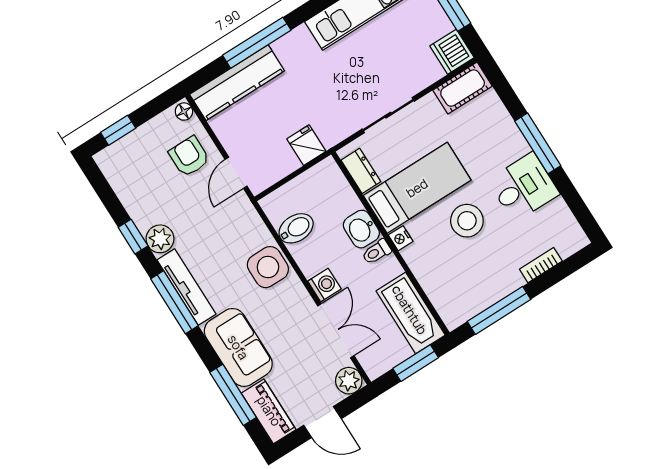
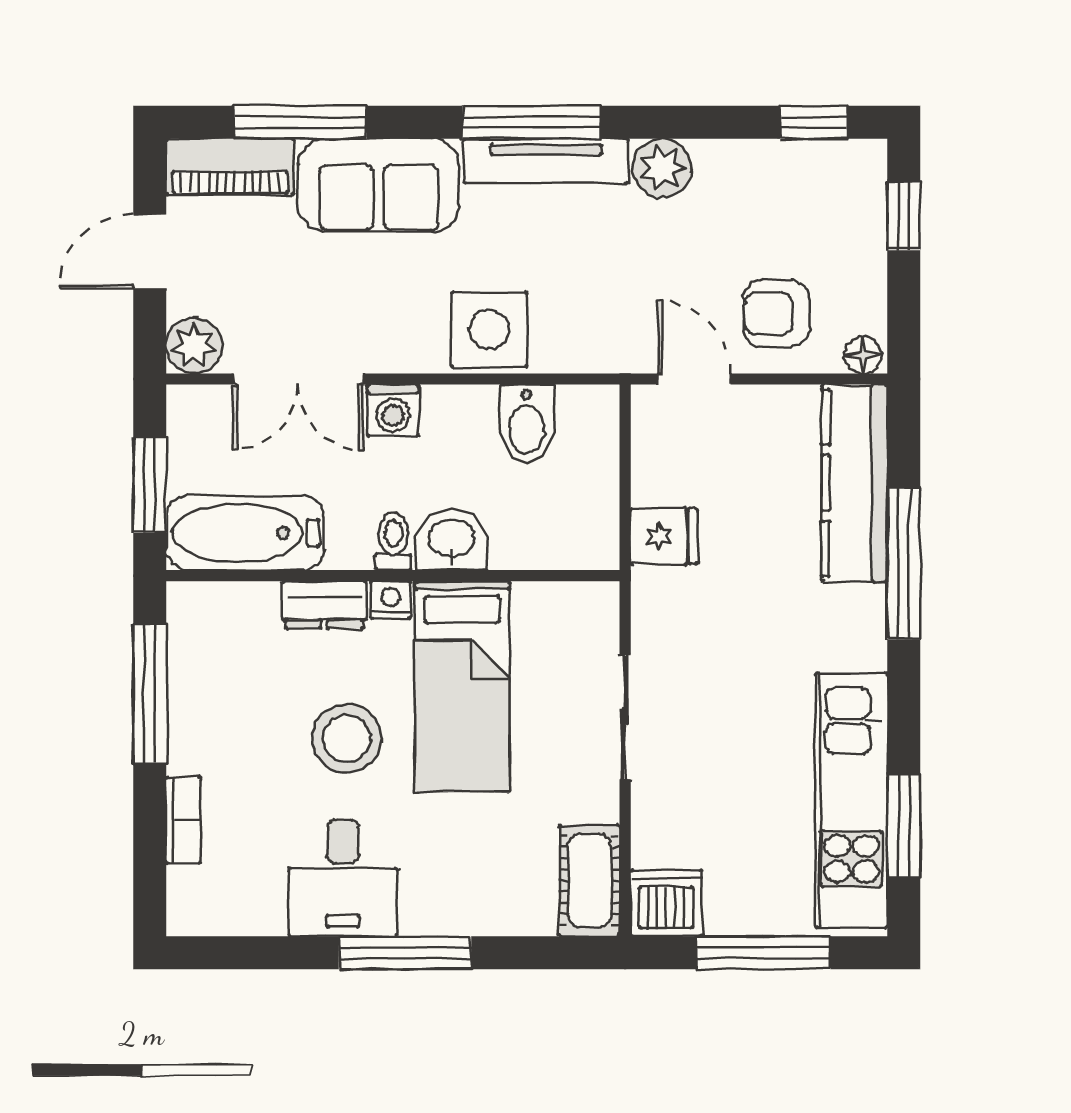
armchair: (189, 156) -> (777, 314), turned 180
dresser: (361, 171) -> (324, 605), moved
window: (133, 237) -> (814, 122), moved

